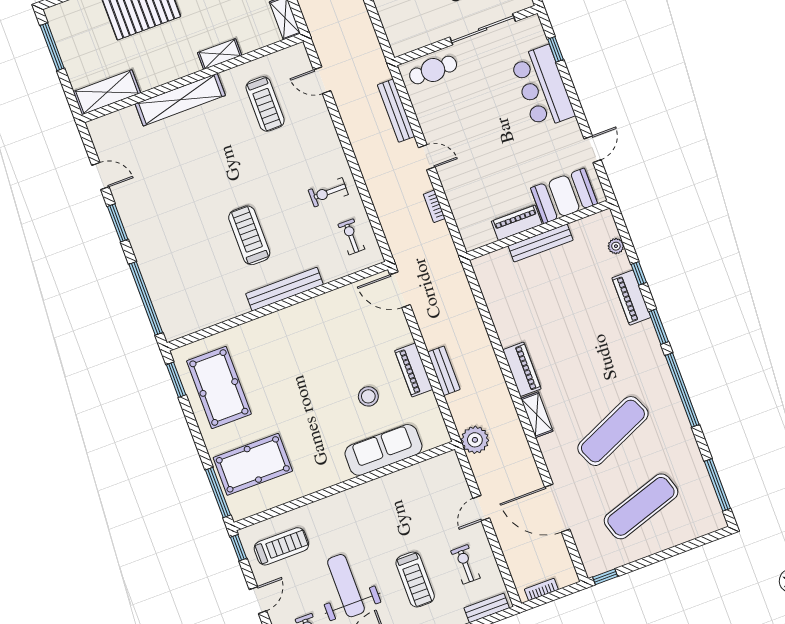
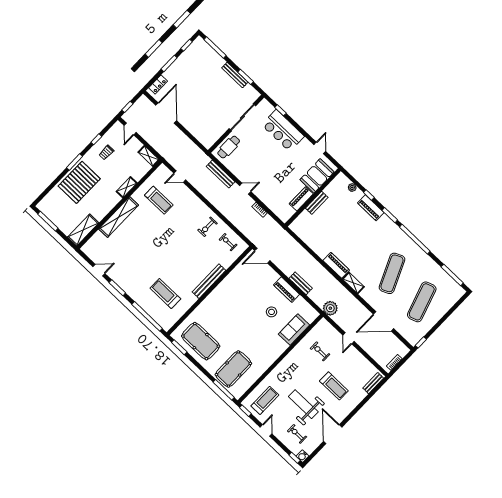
treadmill: (249, 235) -> (165, 293), moved
bench: (541, 243) -> (317, 203), width x0.73
sofa: (383, 450) -> (294, 330), width x0.73
exercise bike: (465, 564) -> (320, 351), moved

